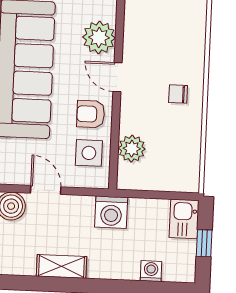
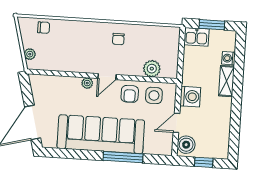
plant: (99, 38) -> (87, 83), width x0.53, depth x0.53
washing machine: (111, 212) -> (190, 97), moved
window: (204, 243) -> (212, 25), width x1.50
shelving: (61, 266) -> (227, 81), moved

